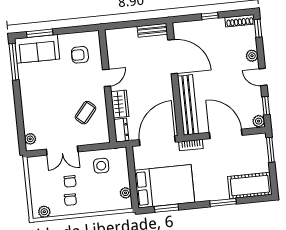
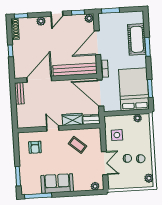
sofa: (37, 49) -> (57, 183), moved, turned -90
cot: (250, 186) -> (137, 39), moved

